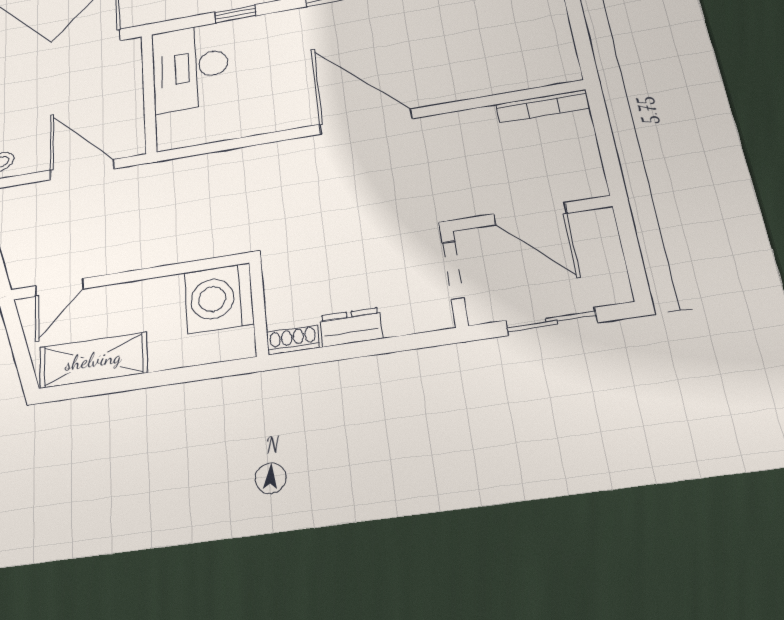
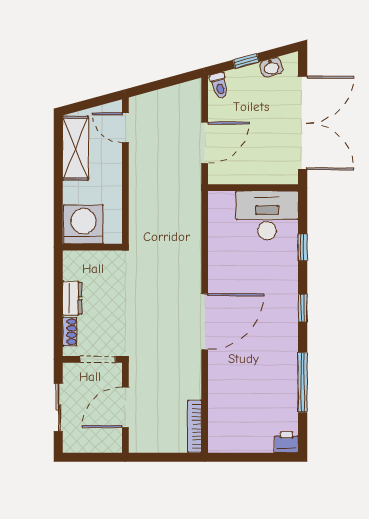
washing machine: (219, 298) -> (83, 224), moved
shoe rack: (293, 340) -> (70, 332), moved

